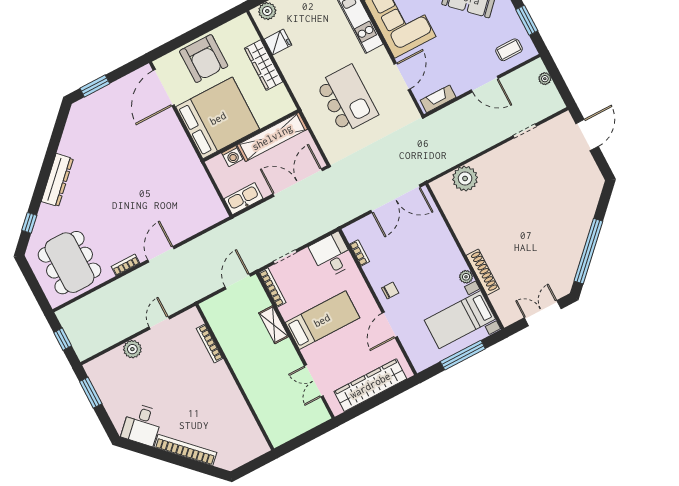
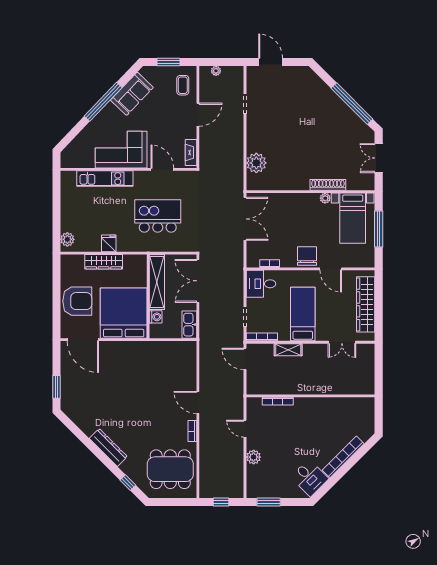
fridge: (278, 42) -> (109, 243), moved
chair: (390, 290) -> (307, 256), width x1.87, depth x1.87

